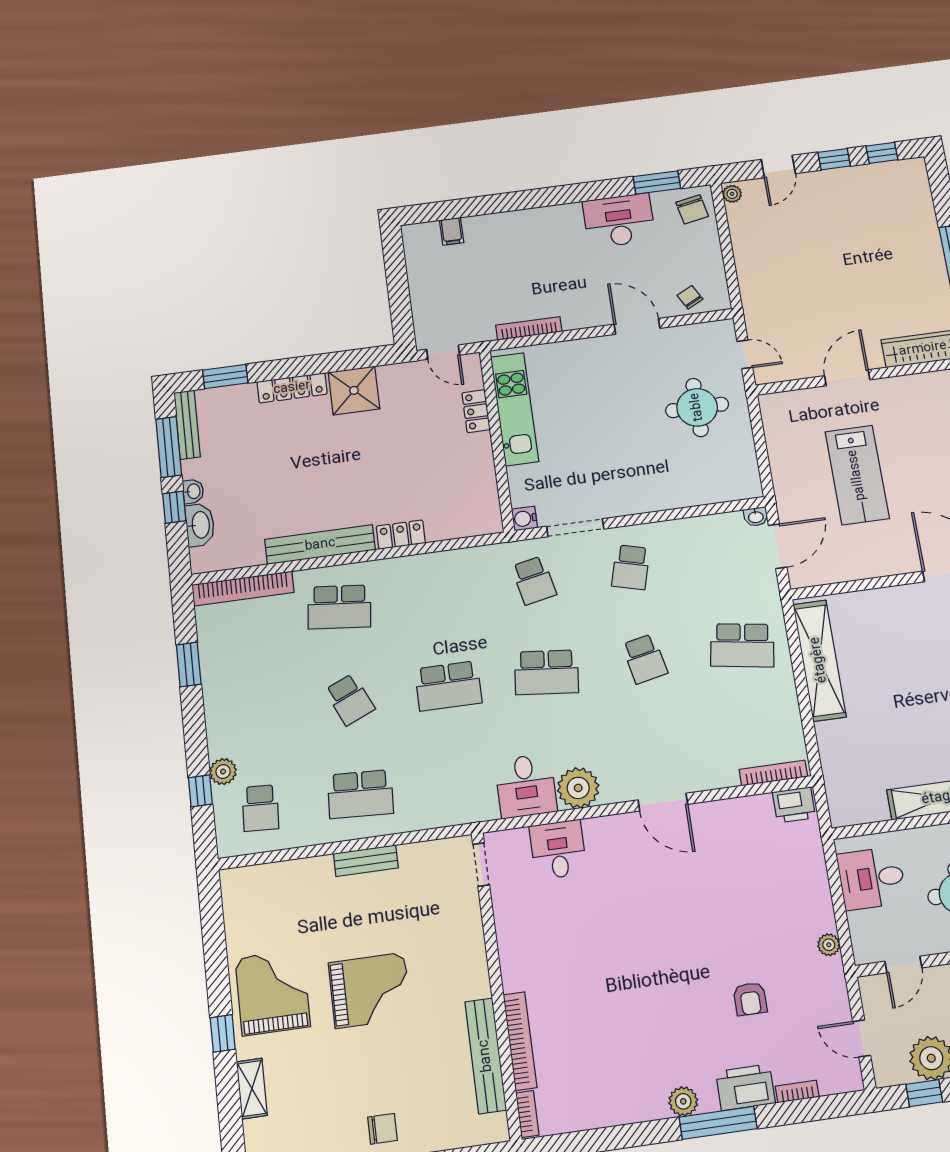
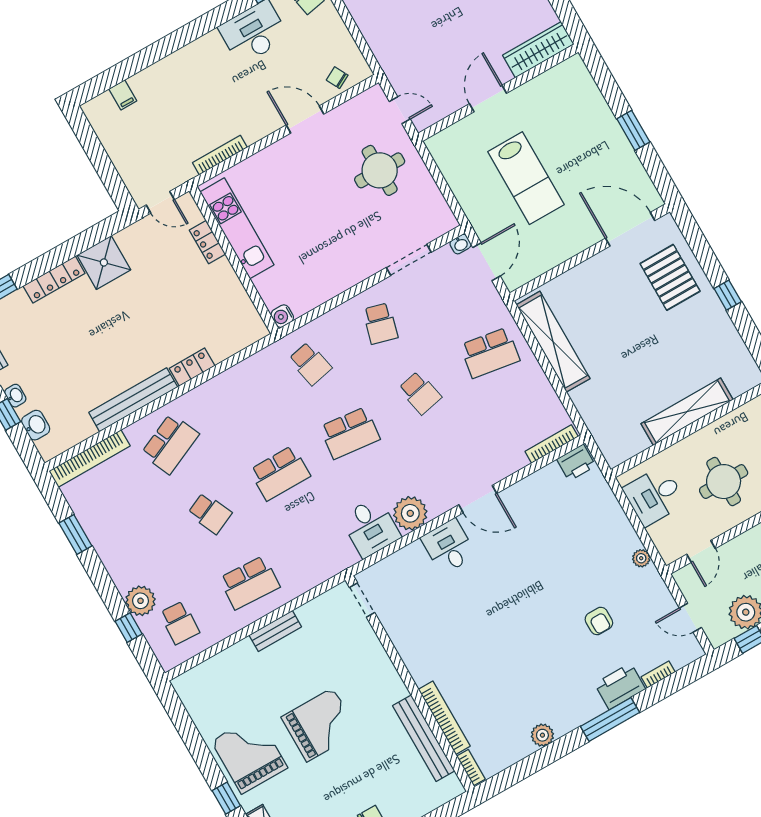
washbasin: (200, 525) -> (36, 425), width x0.72
doorway: (575, 528) -> (409, 260), moved
school desk: (339, 607) -> (170, 444), turned -30
plant: (223, 772) -> (140, 601), width x1.36, depth x1.36
desk: (558, 850) -> (449, 547), moved
plant: (683, 1101) -> (542, 735), moved

